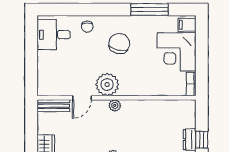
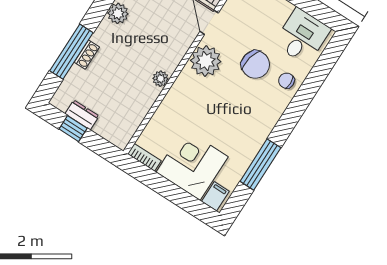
chair: (119, 44) -> (255, 64), moved
plant: (115, 105) -> (161, 79), moved

